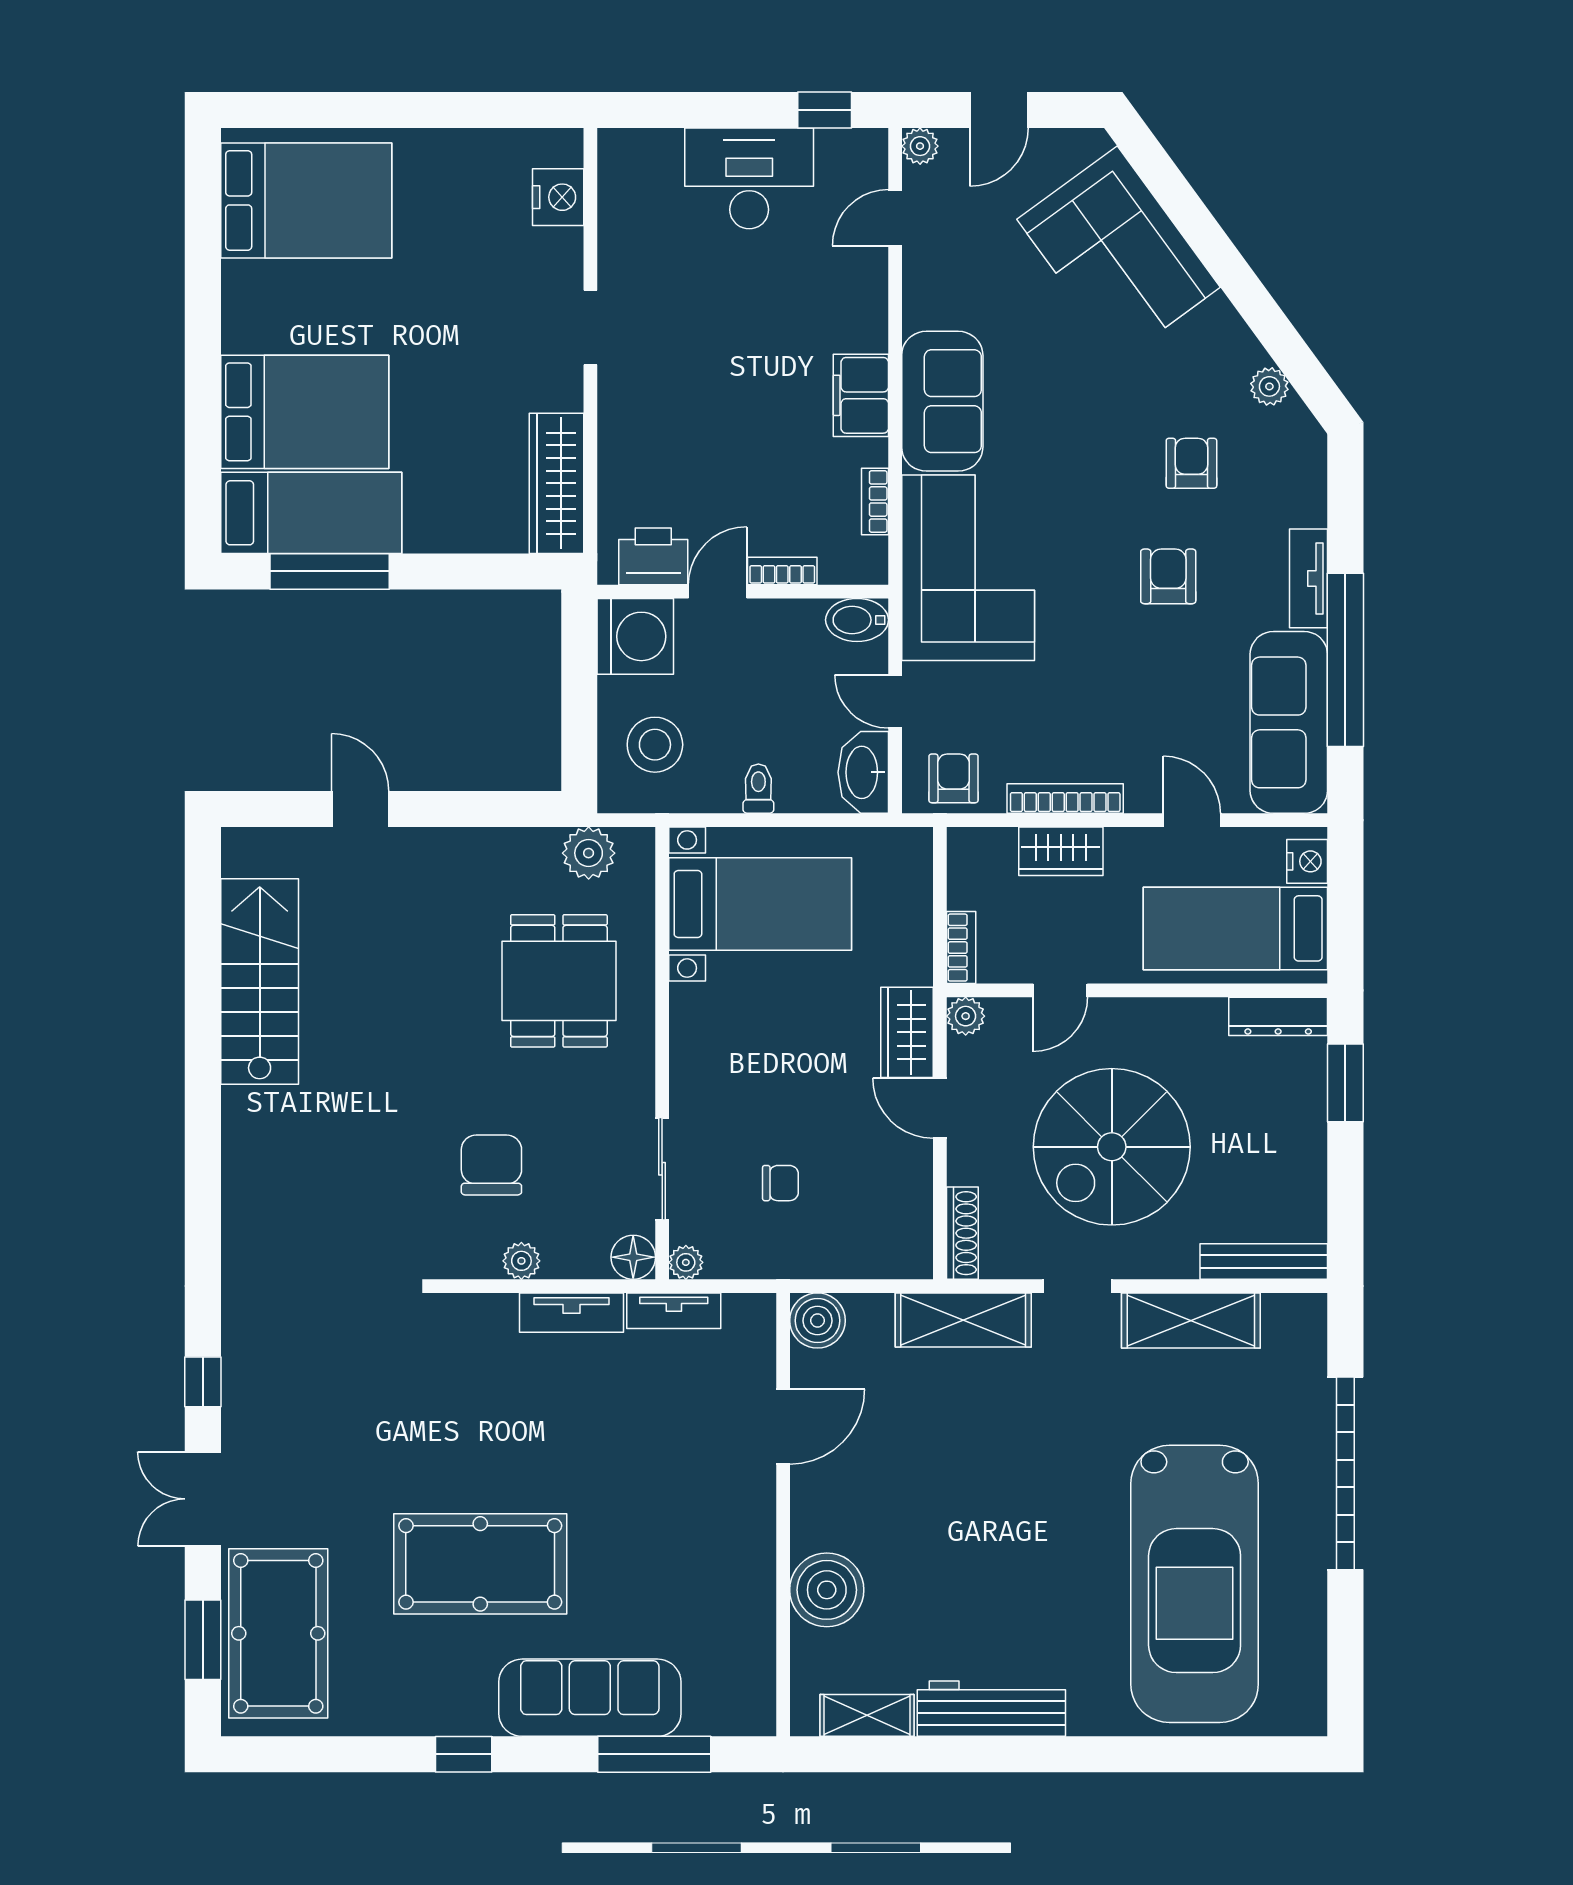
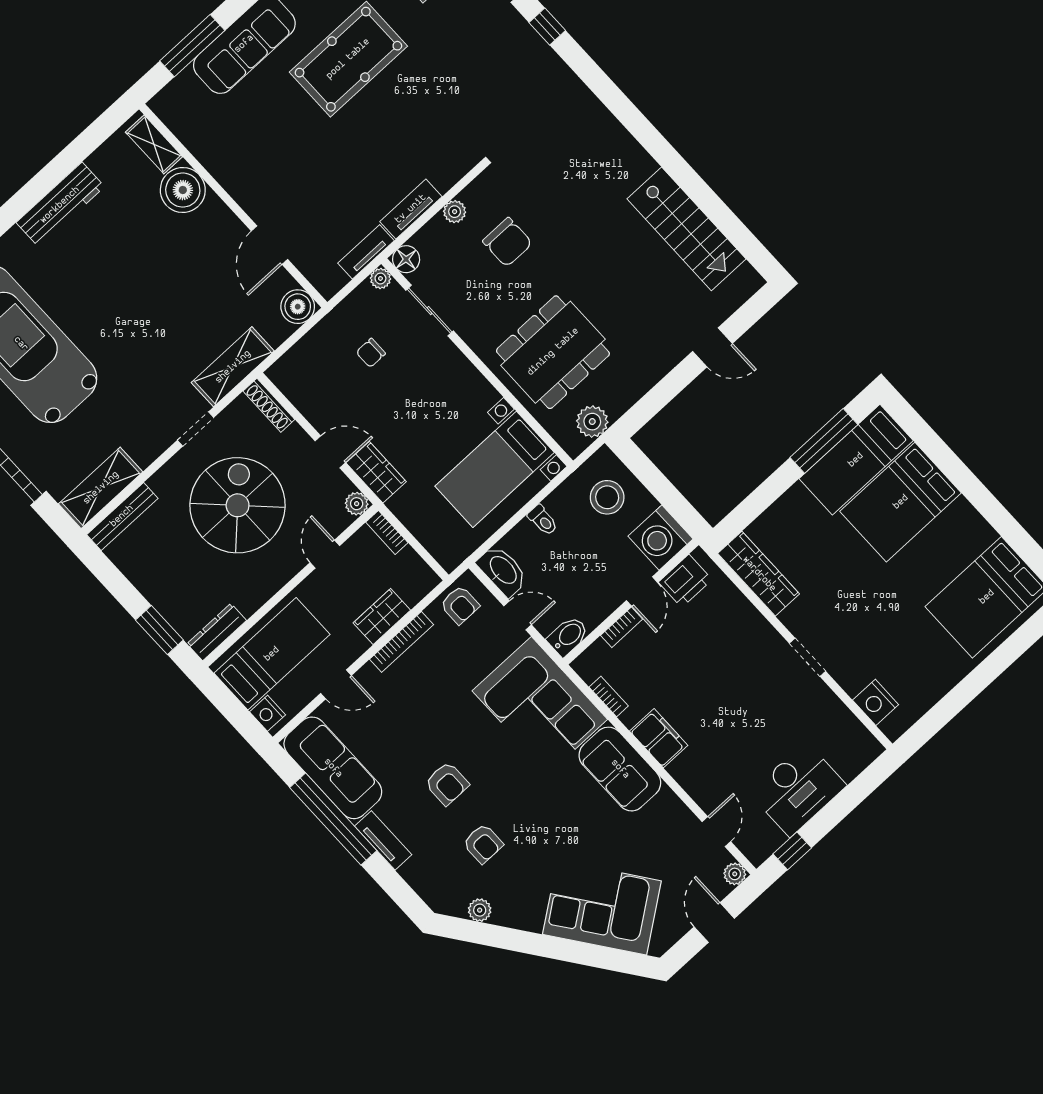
dining table: (559, 981) -> (553, 352), width x1.37
shelving: (1191, 1321) -> (101, 488), moved
shelving: (867, 1715) -> (154, 144), moved, turned 90

